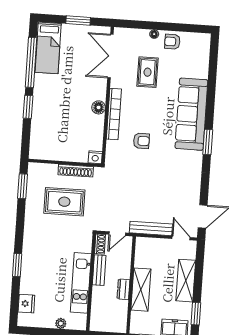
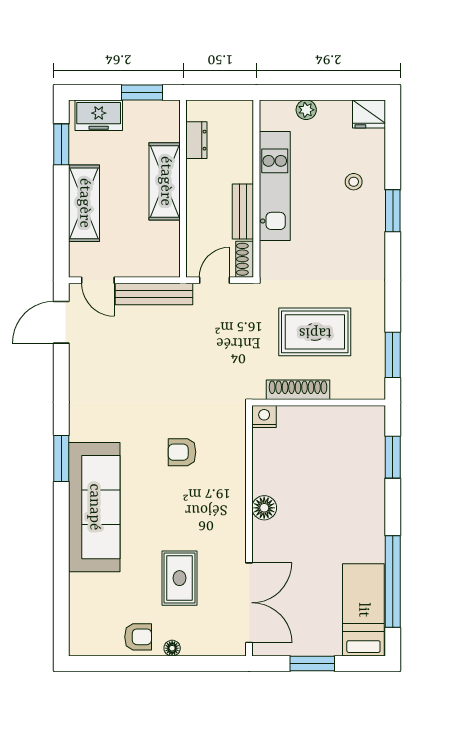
window: (28, 107) -> (393, 457), moved
bookcase: (114, 114) -> (235, 498), removed
stool: (38, 282) -> (354, 182), added
dresser: (123, 289) -> (196, 140), moved
fridge: (26, 304) -> (369, 114), moved, turned -90

